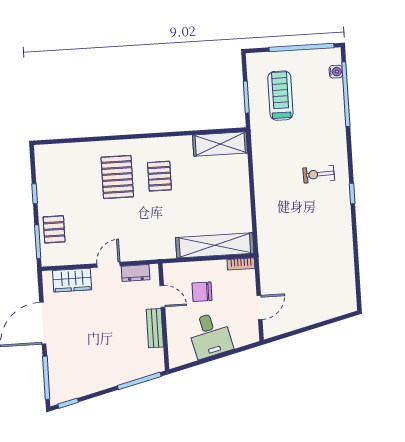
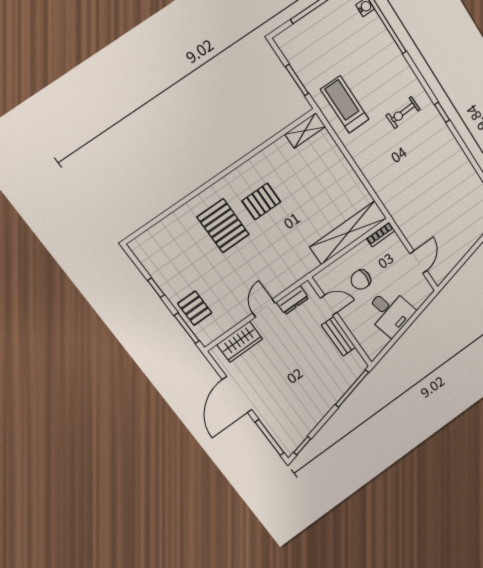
treadmill: (280, 96) -> (345, 104), moved
shelving: (220, 144) -> (305, 130), width x0.67, depth x0.75
pallet: (159, 176) -> (261, 201), turned 90

